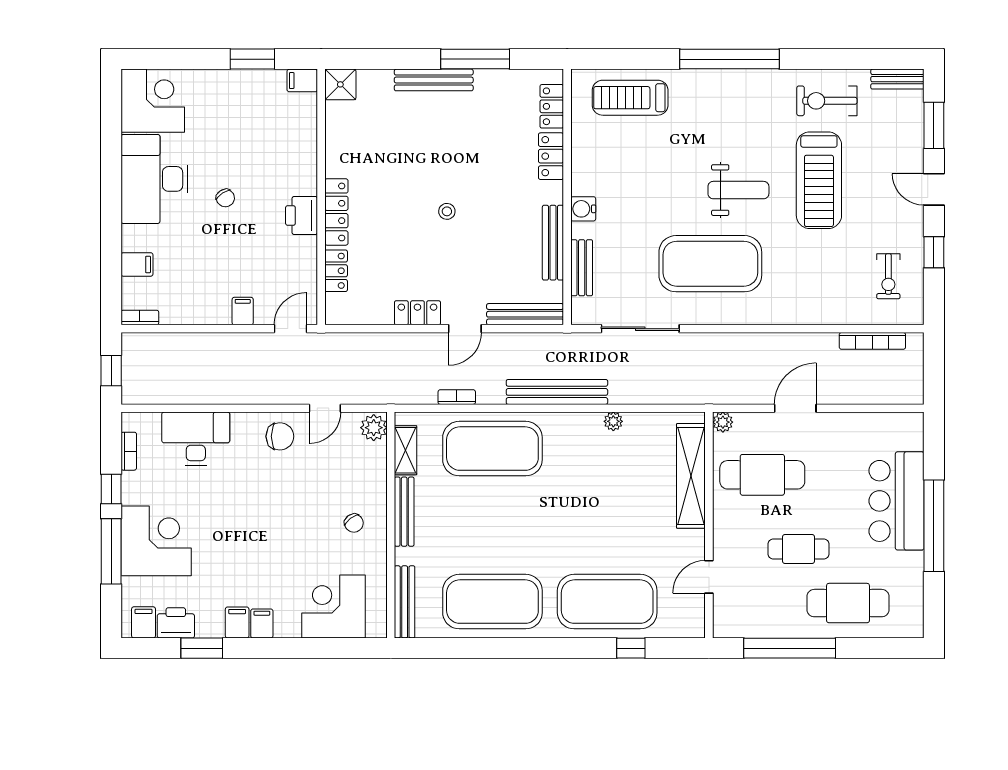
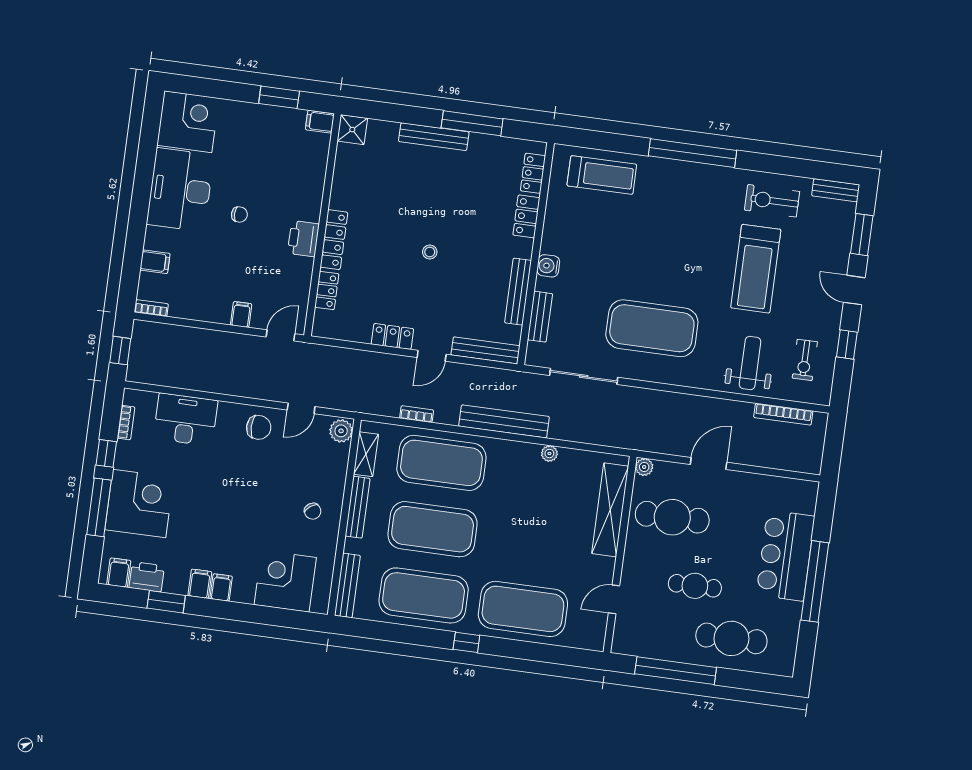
treadmill: (630, 98) -> (602, 175), turned 180
weight bench: (738, 190) -> (750, 363), moved, turned -90
chair: (225, 198) -> (239, 214), turned -57
exercise mat: (492, 525) -> (433, 529), added
window: (631, 648) -> (466, 642), moved

